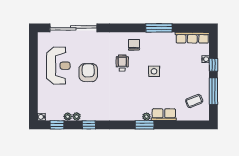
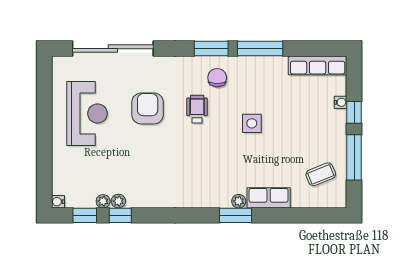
window: (130, 28) -> (211, 49), added
armchair: (88, 73) -> (148, 108), moved
window: (89, 125) -> (120, 215), moved

